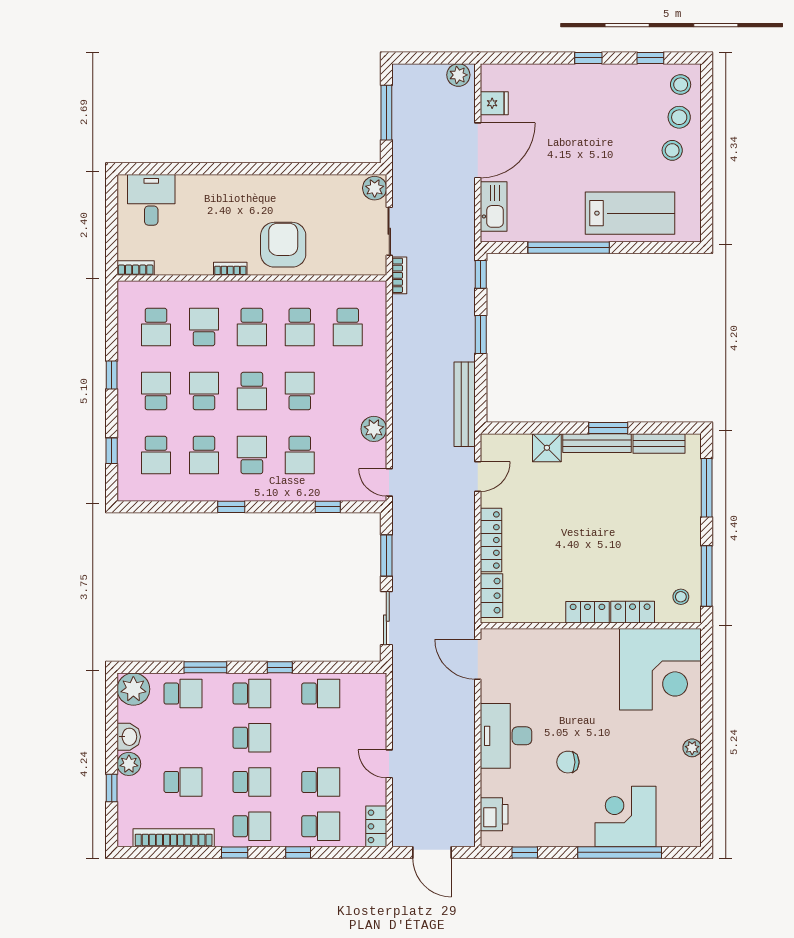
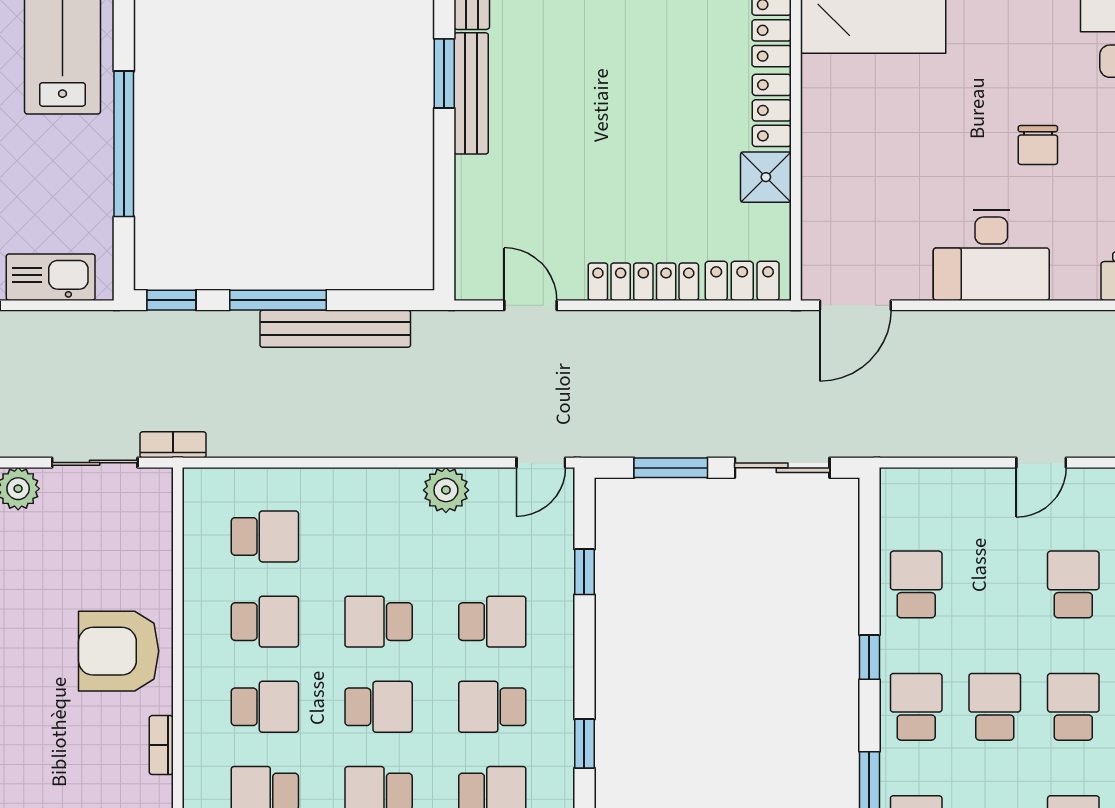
window: (481, 334) -> (278, 300), width x1.44
bench: (465, 404) -> (335, 329), moved
shower: (547, 448) -> (766, 177), moved

